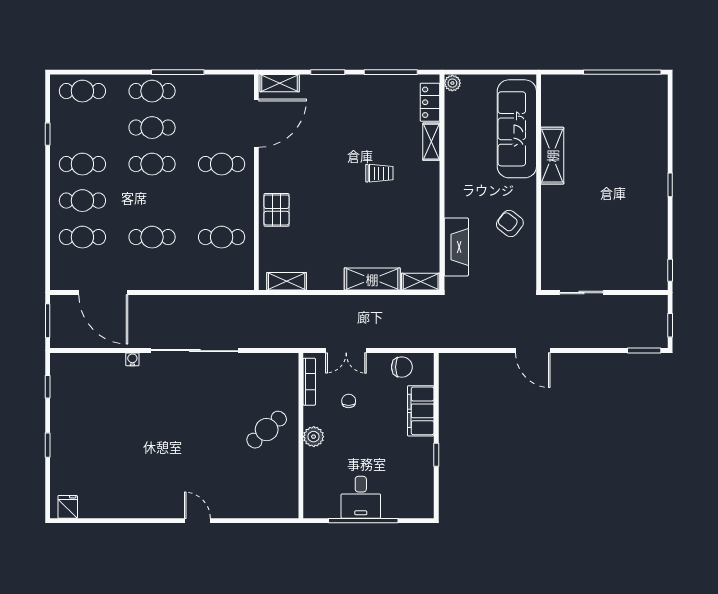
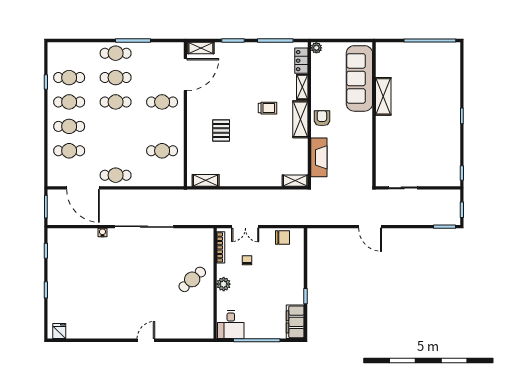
cafe table: (82, 91) -> (69, 78), moved
pallet: (277, 210) -> (221, 130), moved
armchair: (510, 224) -> (322, 118), moved, turned 52
cafe table: (152, 237) -> (116, 175), moved
shelving: (372, 279) -> (300, 119), moved, turned 90
filing cabinet: (421, 411) -> (295, 322), moved
desk: (361, 497) -> (231, 325), moved
door: (197, 521) -> (146, 340), hinge flipped

